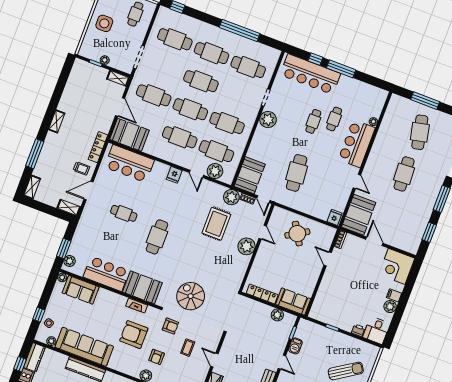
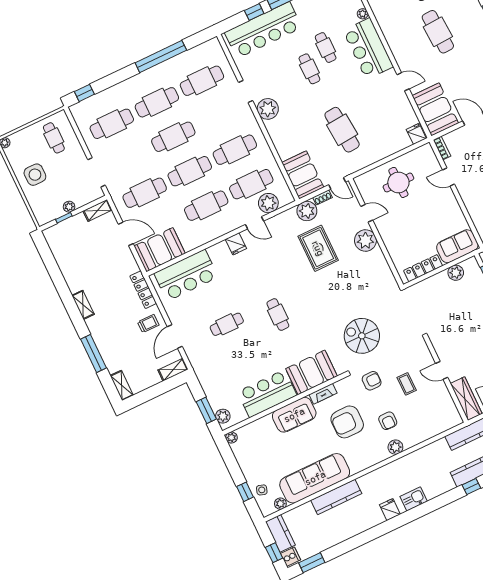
round table: (297, 234) -> (398, 182), turned 31
cafe table: (157, 237) -> (278, 315), width x0.73, depth x0.74
sofa: (81, 290) -> (294, 415), moved

